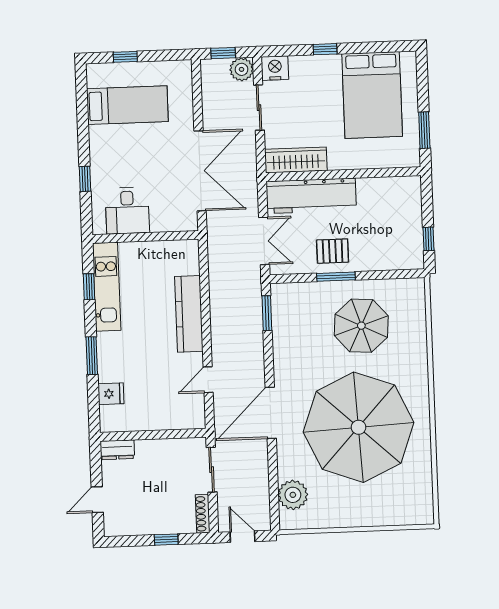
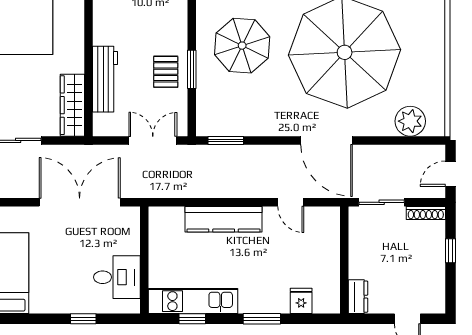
workbench: (311, 196) -> (105, 79), width x0.73, depth x0.76

